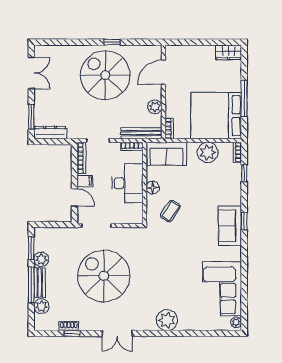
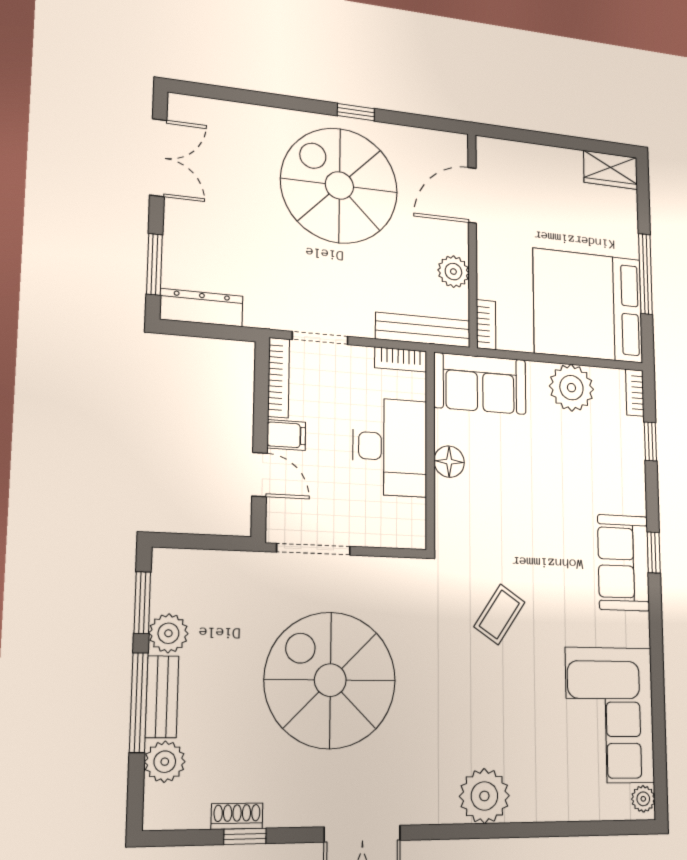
coffee table: (170, 211) -> (499, 614), moved

